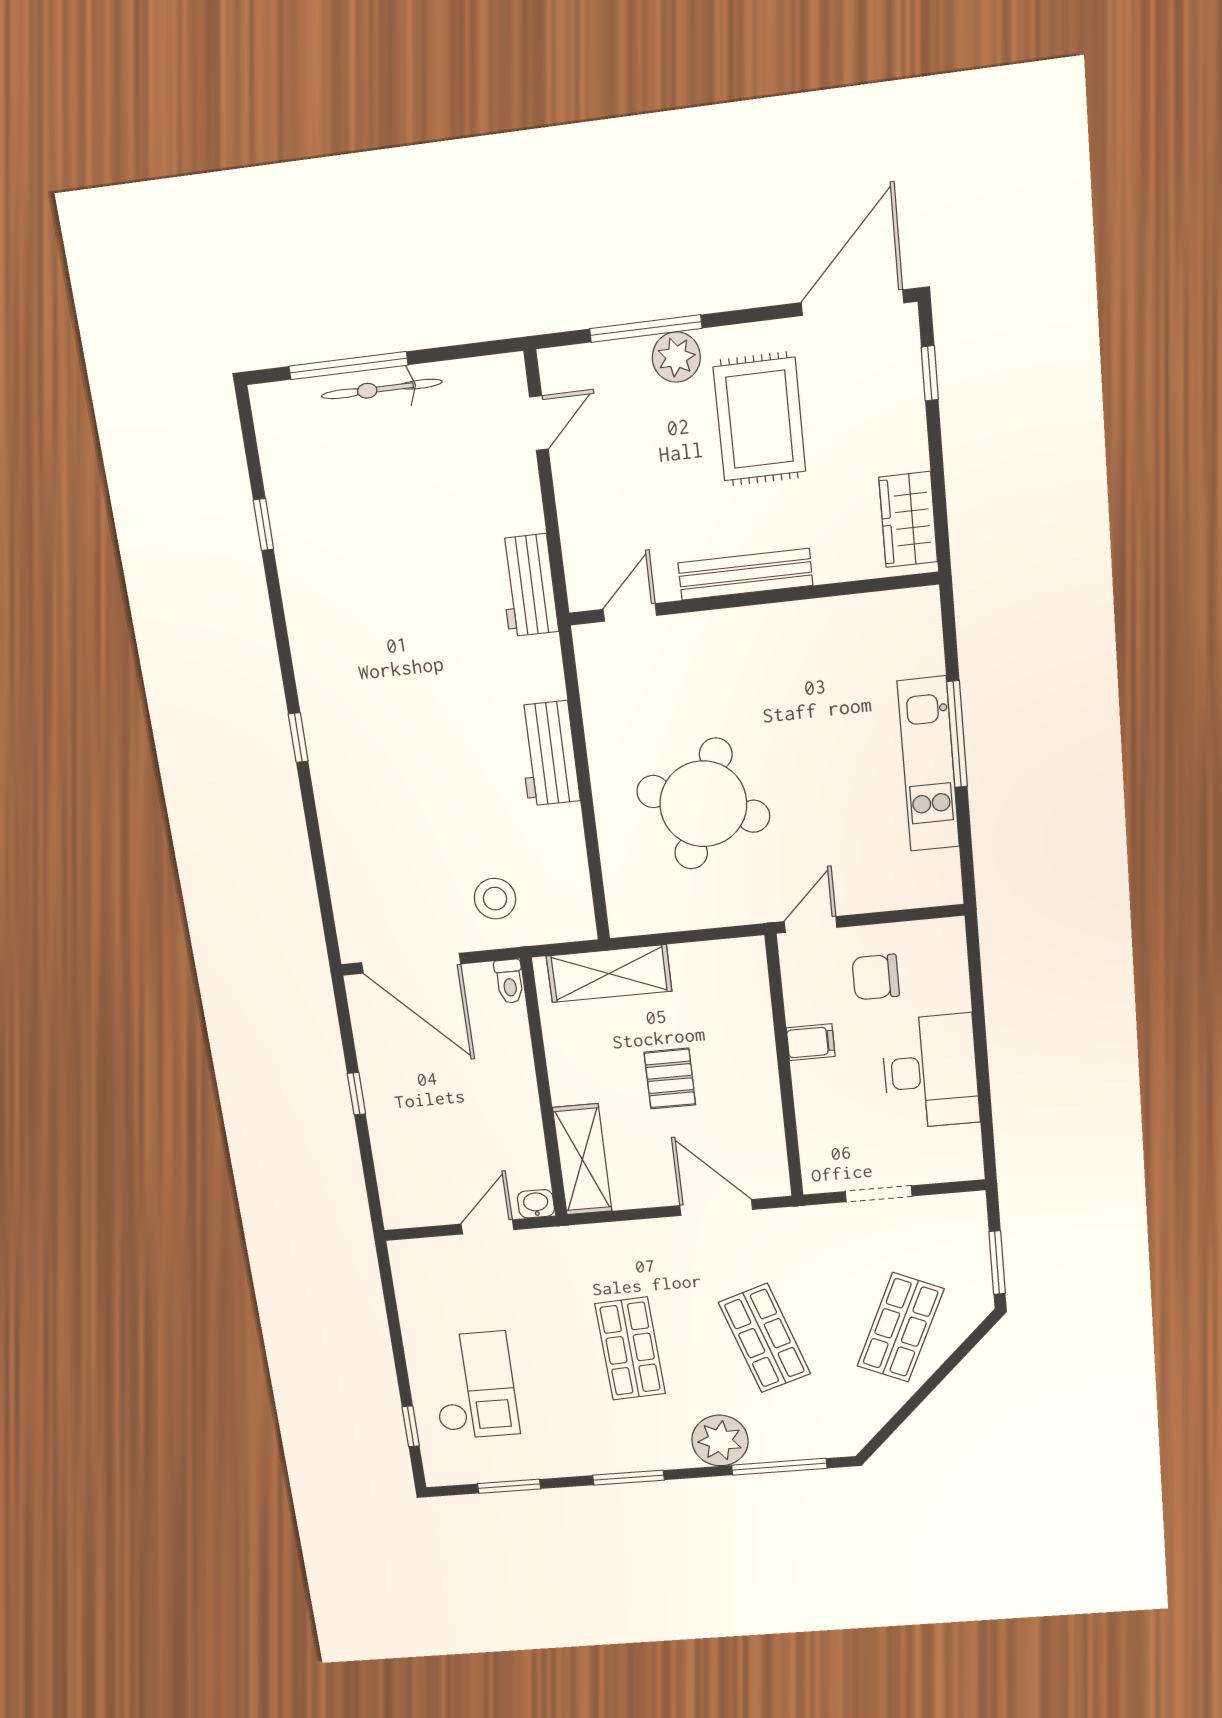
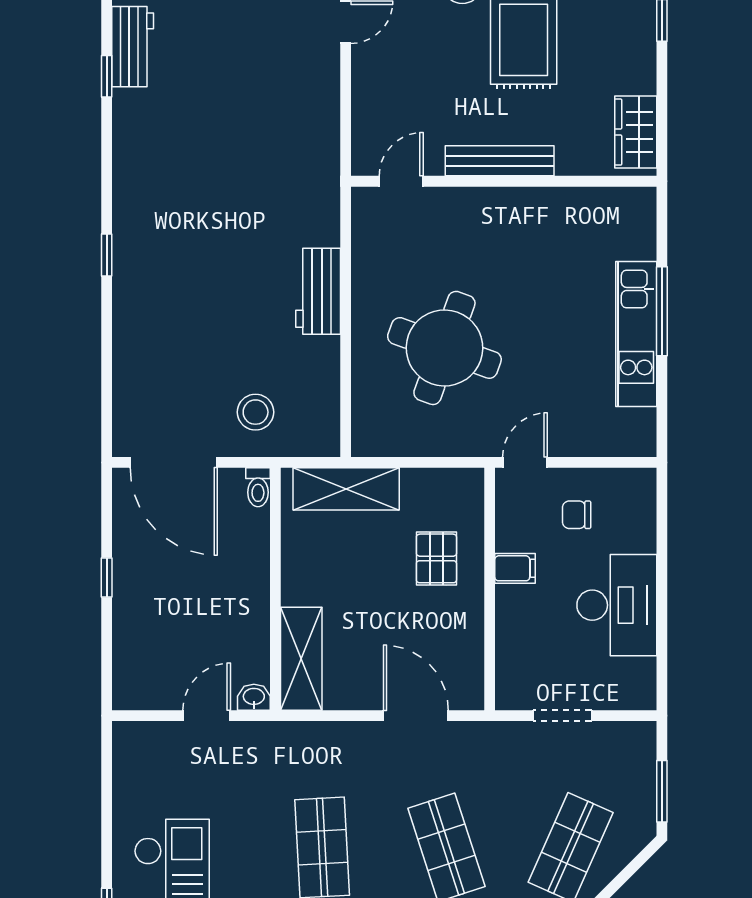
workbench: (528, 585) -> (133, 47), moved, turned 180
chair: (876, 977) -> (577, 515), width x0.73, depth x0.73
pallet: (670, 1078) -> (436, 558), moved

